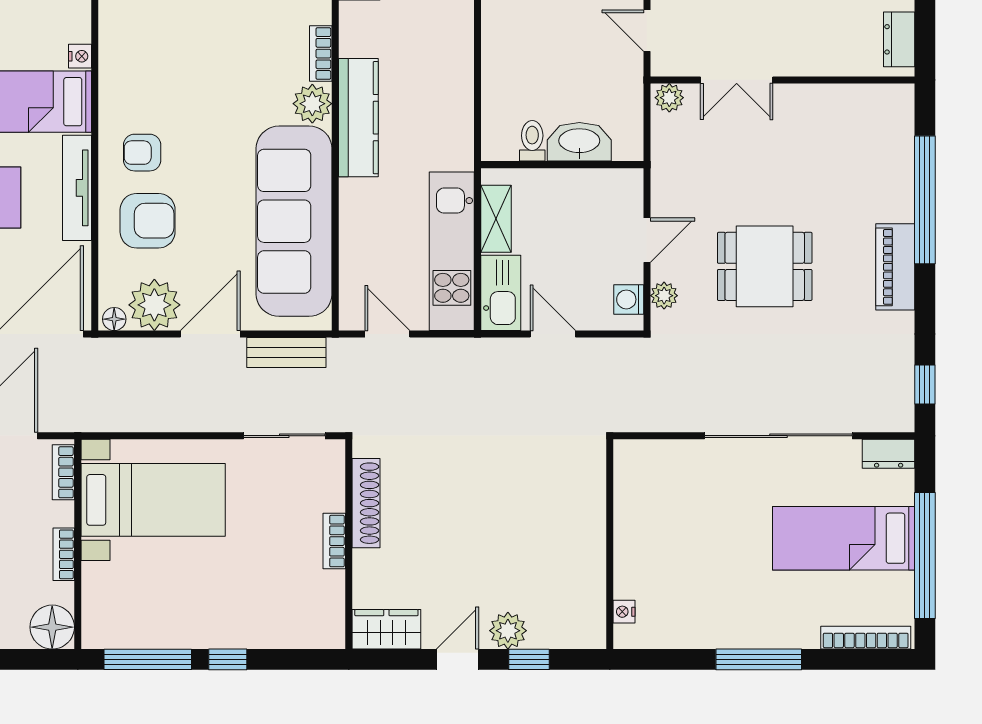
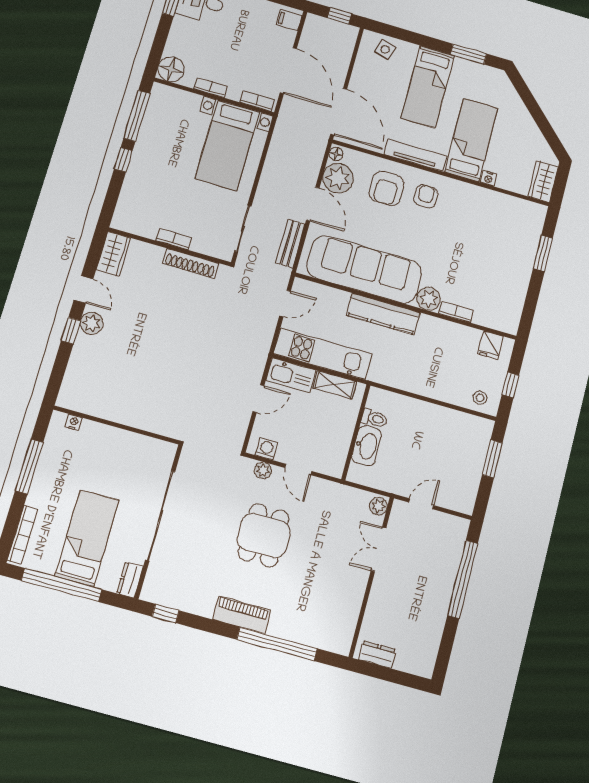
kitchen counter: (358, 118) -> (383, 314), moved
wall: (610, 544) -> (117, 425), moved
nightstand: (624, 612) -> (74, 422), moved

